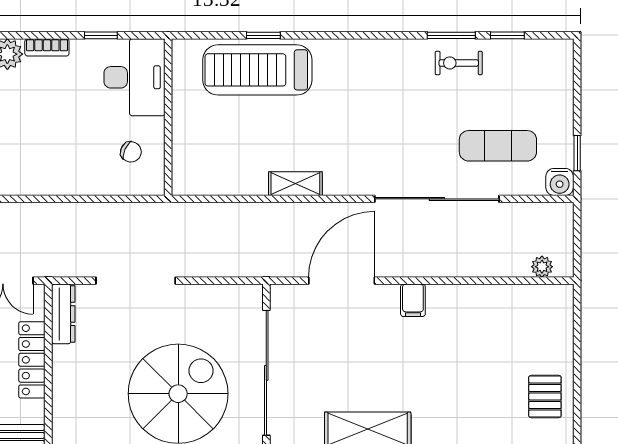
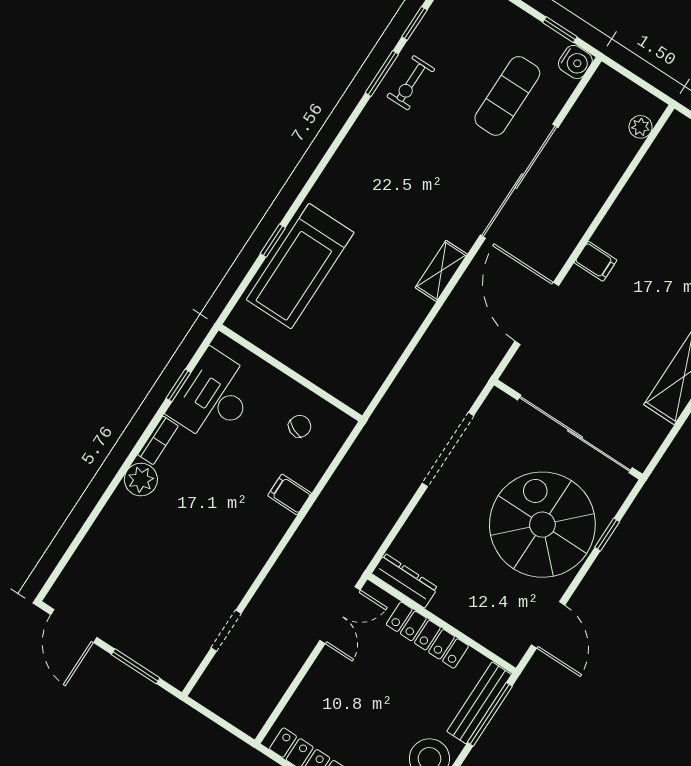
desk: (135, 77) -> (214, 397), moved, turned -90
filing cabinet: (72, 179) -> (290, 494), added
shelving: (295, 184) -> (441, 271), moved
doorway: (136, 281) -> (448, 450), moved

